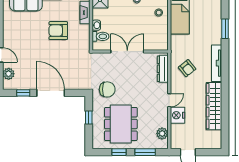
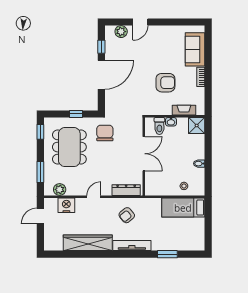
armchair: (58, 31) -> (165, 83), turned 90
chair: (107, 89) -> (105, 133), turned 180
door: (169, 100) -> (94, 197), swing flipped
nightstand: (177, 115) -> (66, 205), moved
dining table: (121, 124) -> (69, 147), turned 90
window: (119, 152) -> (40, 132), moved

